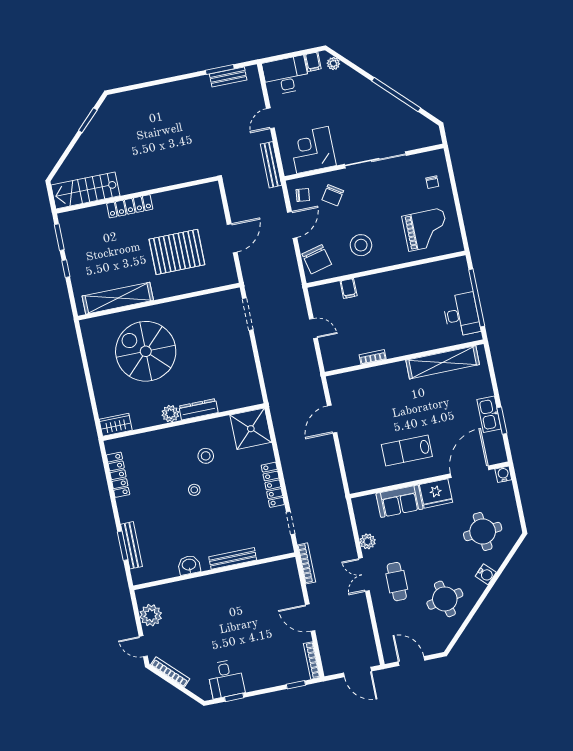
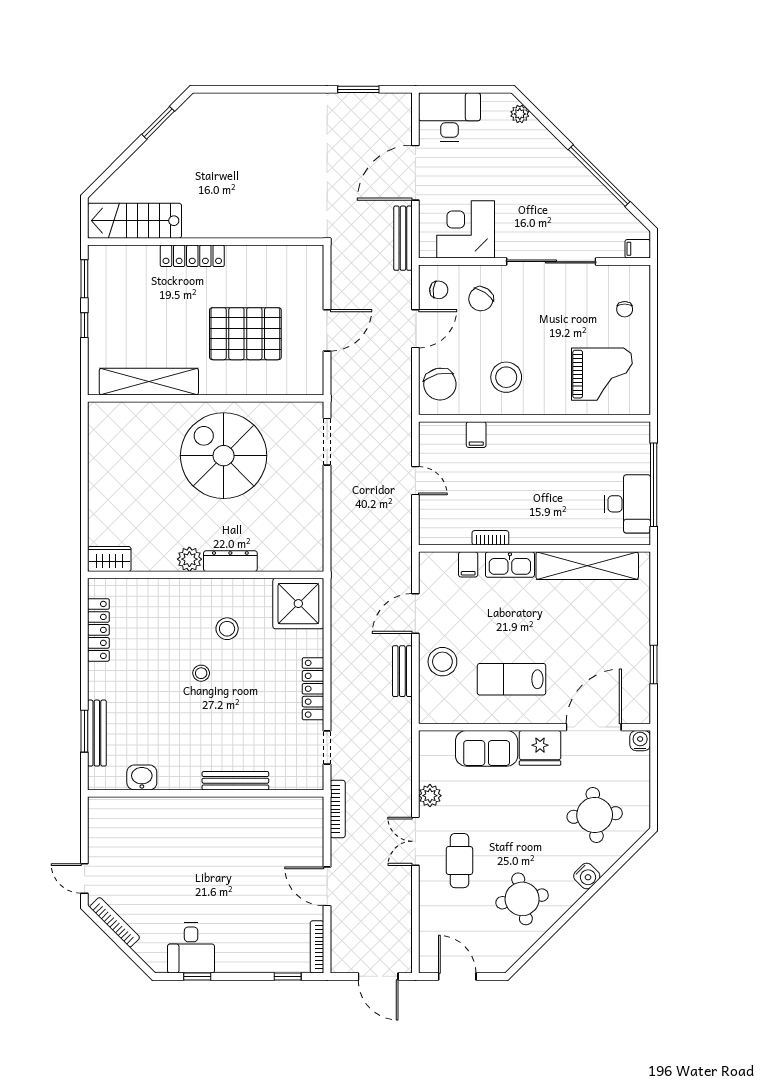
filing cabinet: (313, 62) -> (638, 249), moved, turned 90
bench: (228, 77) -> (402, 671), moved, turned 90
door: (270, 118) -> (415, 173), width x1.87
spiral stairs: (146, 351) -> (224, 456), moved
filing cabinet: (361, 378) -> (468, 564), added
kitchen sink: (489, 414) -> (510, 565), moved, turned -90
stool: (357, 448) -> (442, 662), added
washbasin: (189, 565) -> (142, 777), moved
plant: (151, 615) -> (104, 837), removed

